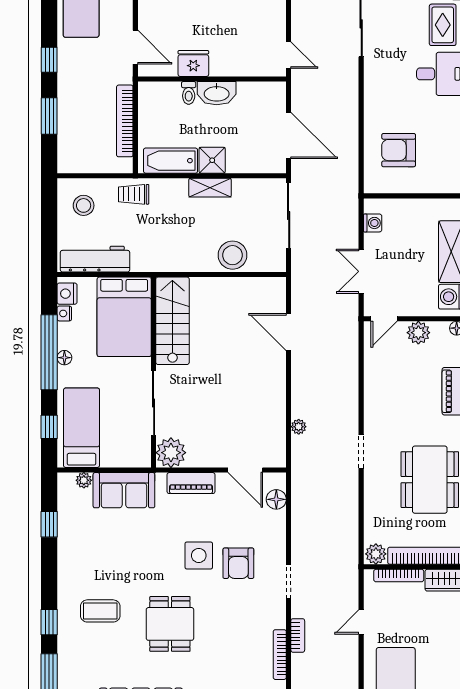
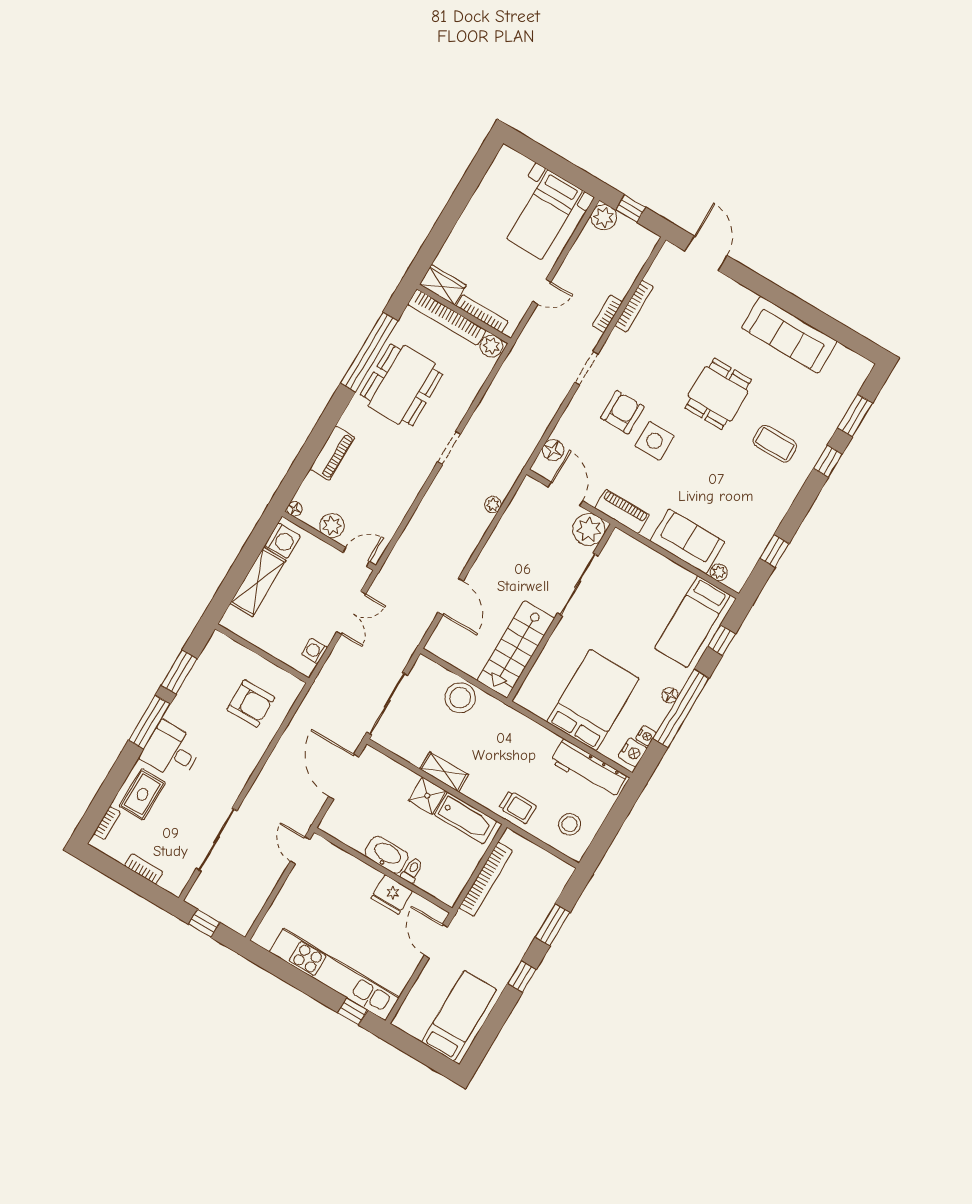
stairs: (172, 321) -> (516, 649), moved
wall: (154, 372) -> (561, 613), moved
sliding door: (154, 403) -> (578, 584), moved
plant: (171, 453) -> (589, 529), moved

